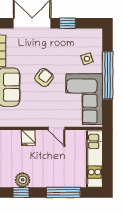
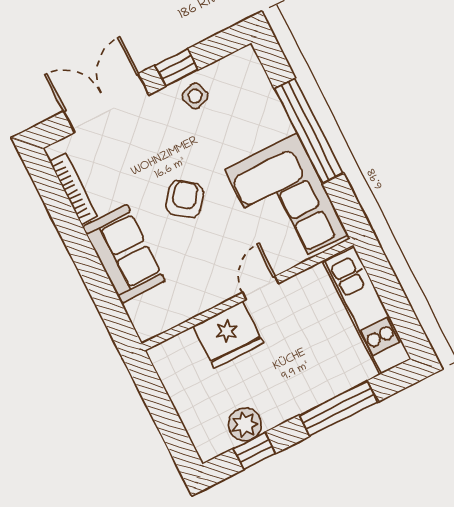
side table: (87, 59) -> (195, 96), moved
door: (56, 128) -> (261, 288), swing flipped
fridge: (28, 138) -> (228, 335), width x1.88, depth x1.34

